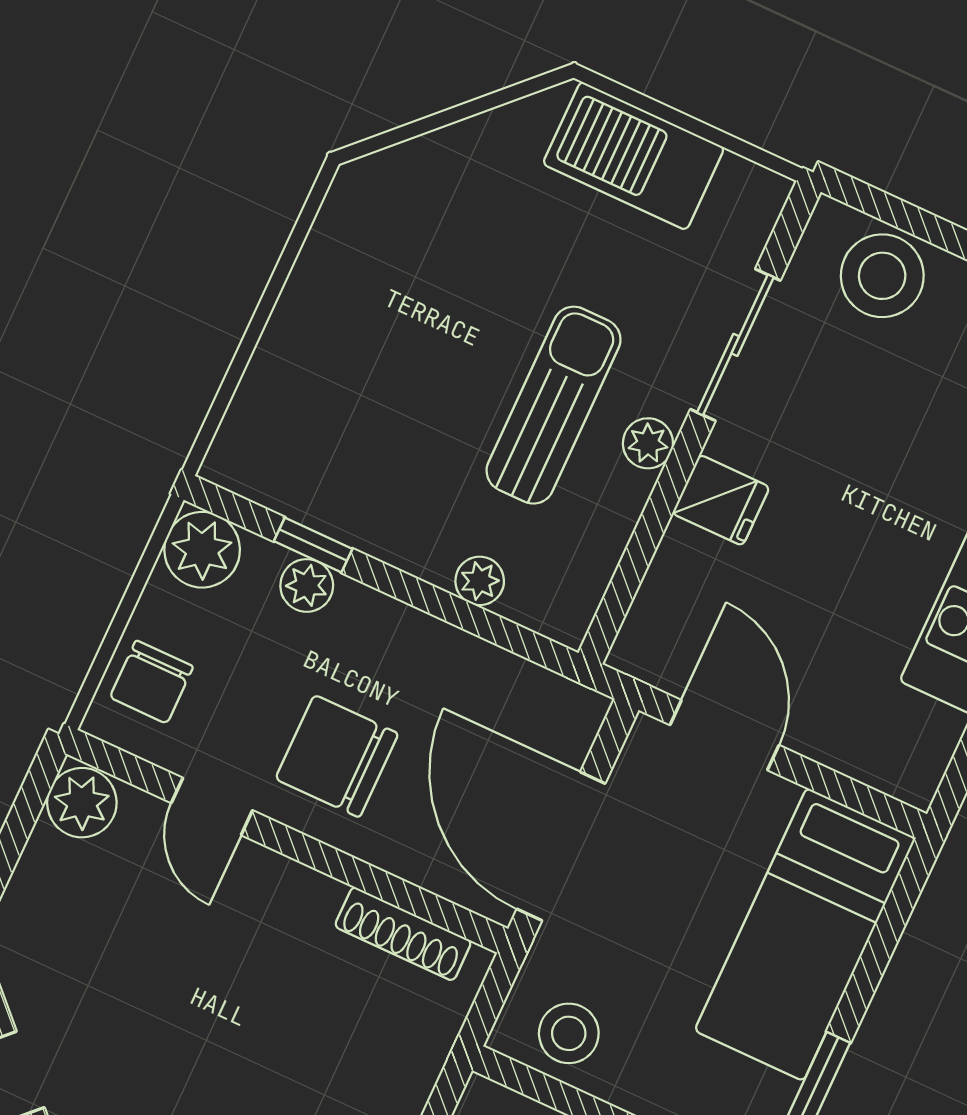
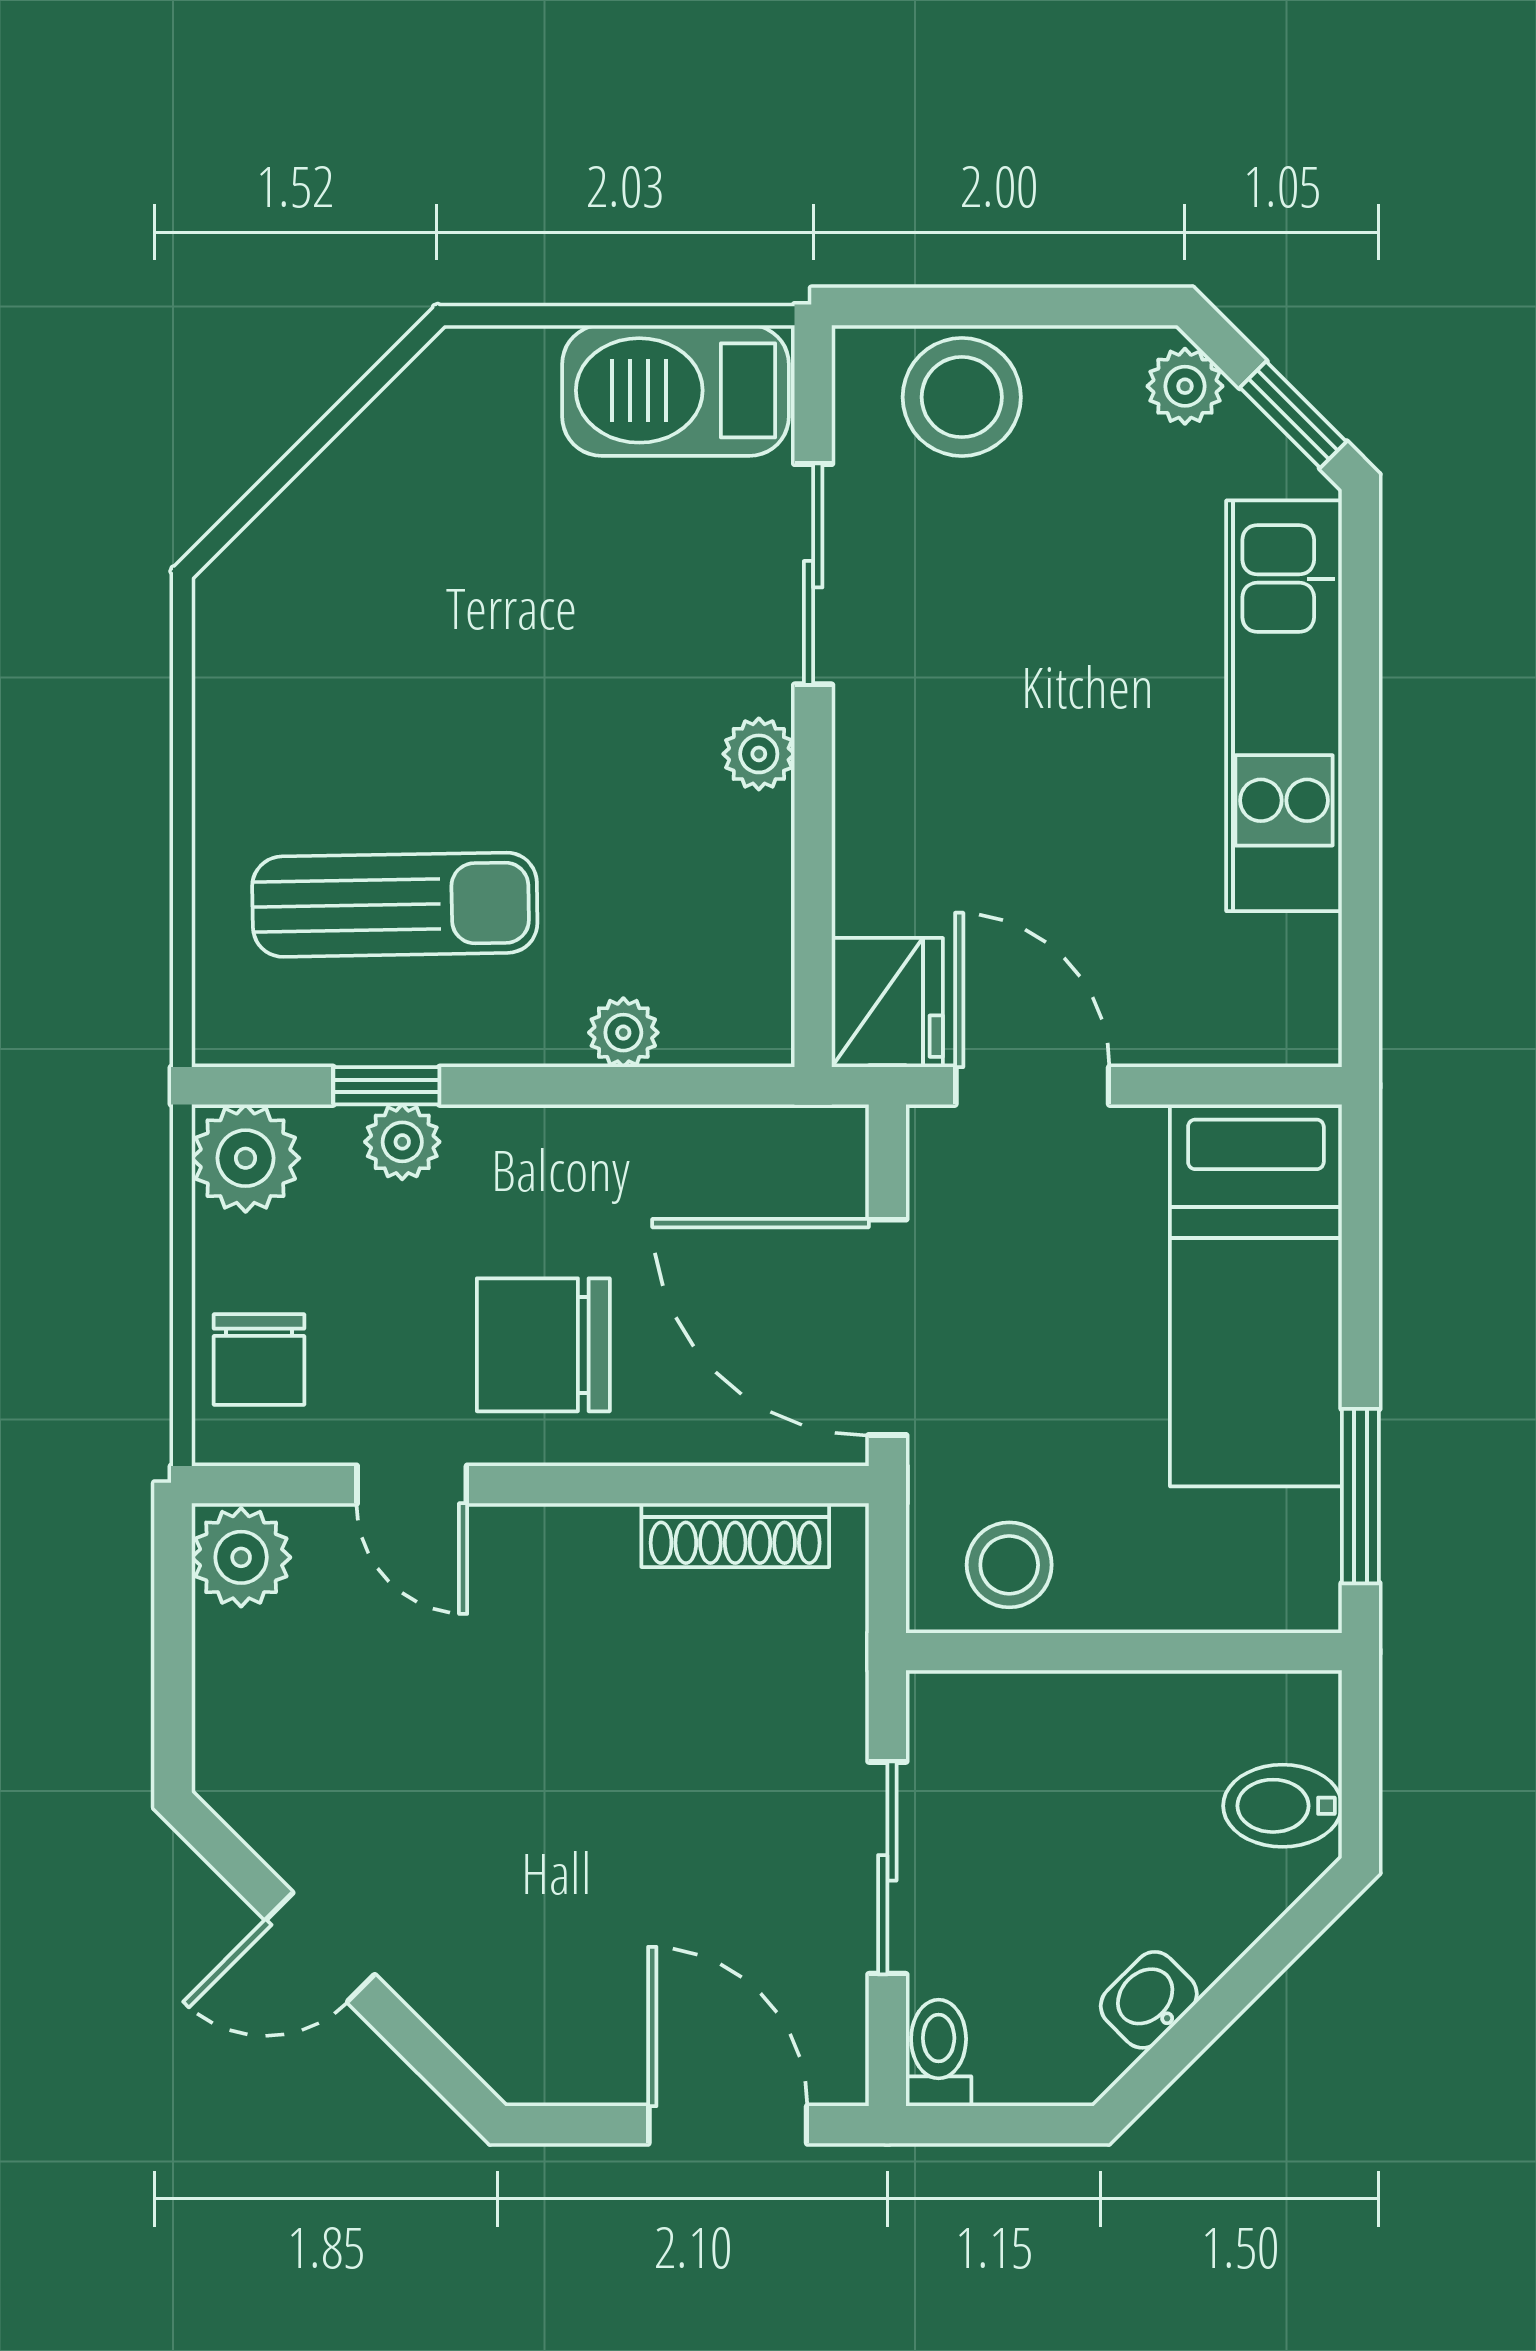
barbecue: (634, 156) -> (675, 390), moved
sun lounger: (554, 405) -> (395, 905), moved, turned 89
fridge: (721, 500) -> (887, 1003), moved, width x1.38

